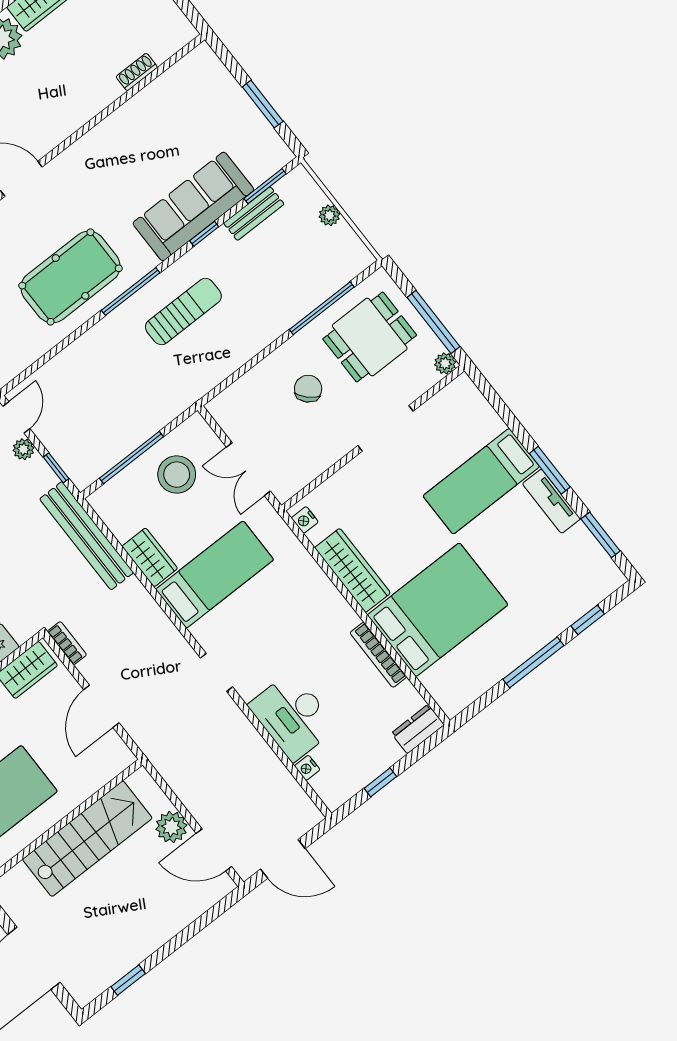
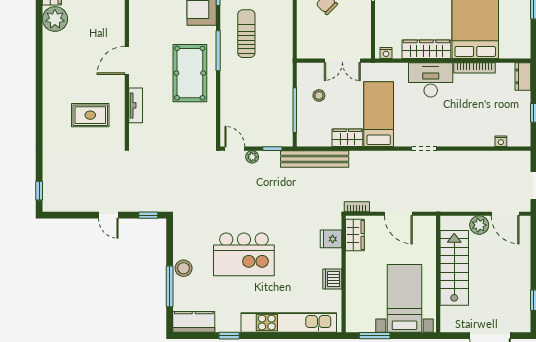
stool: (177, 475) -> (319, 95), width x0.53, depth x0.53
desk: (293, 716) -> (431, 80), moved, turned 180
door: (214, 850) -> (505, 214), hinge flipped

